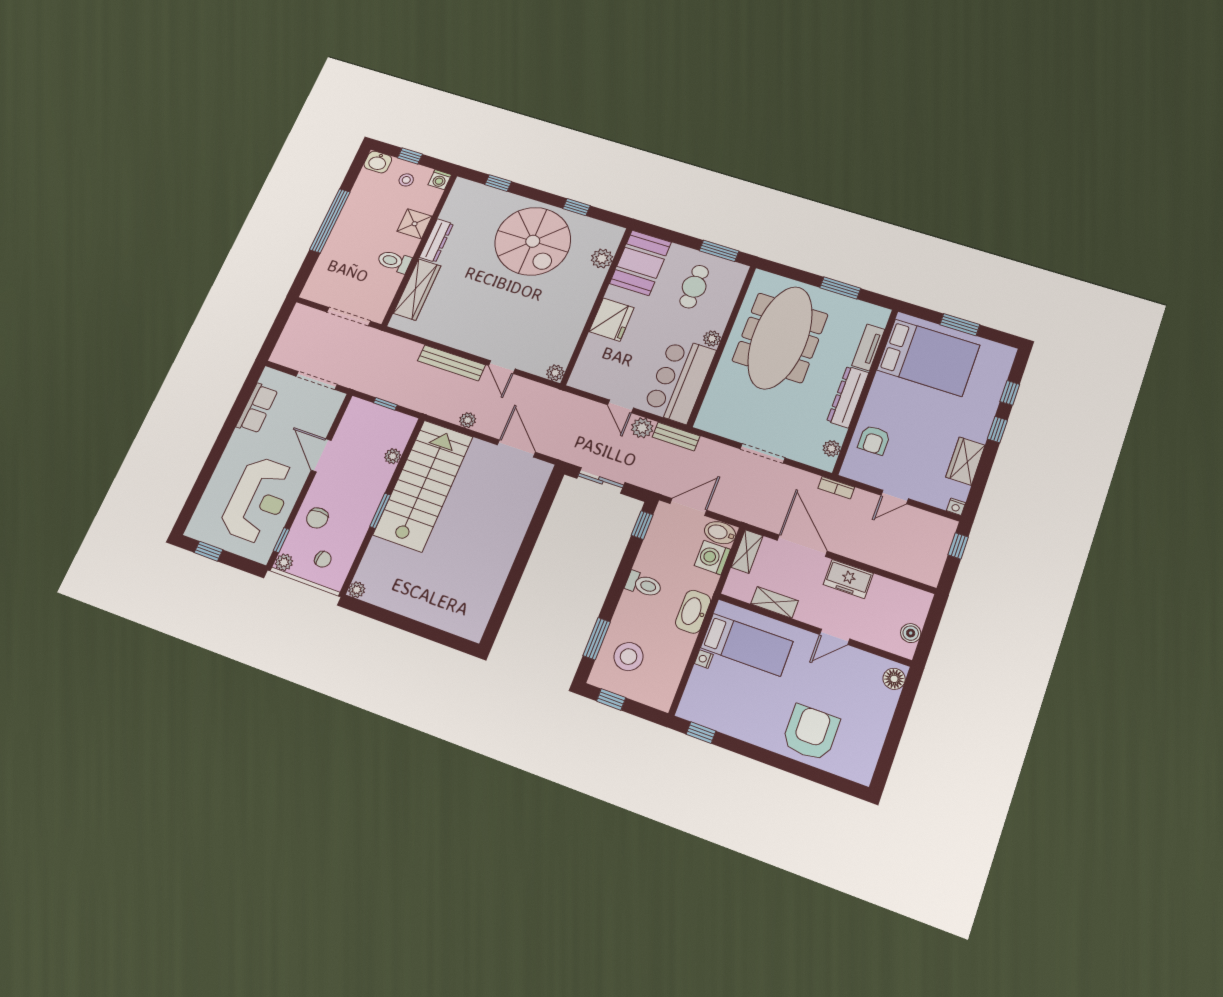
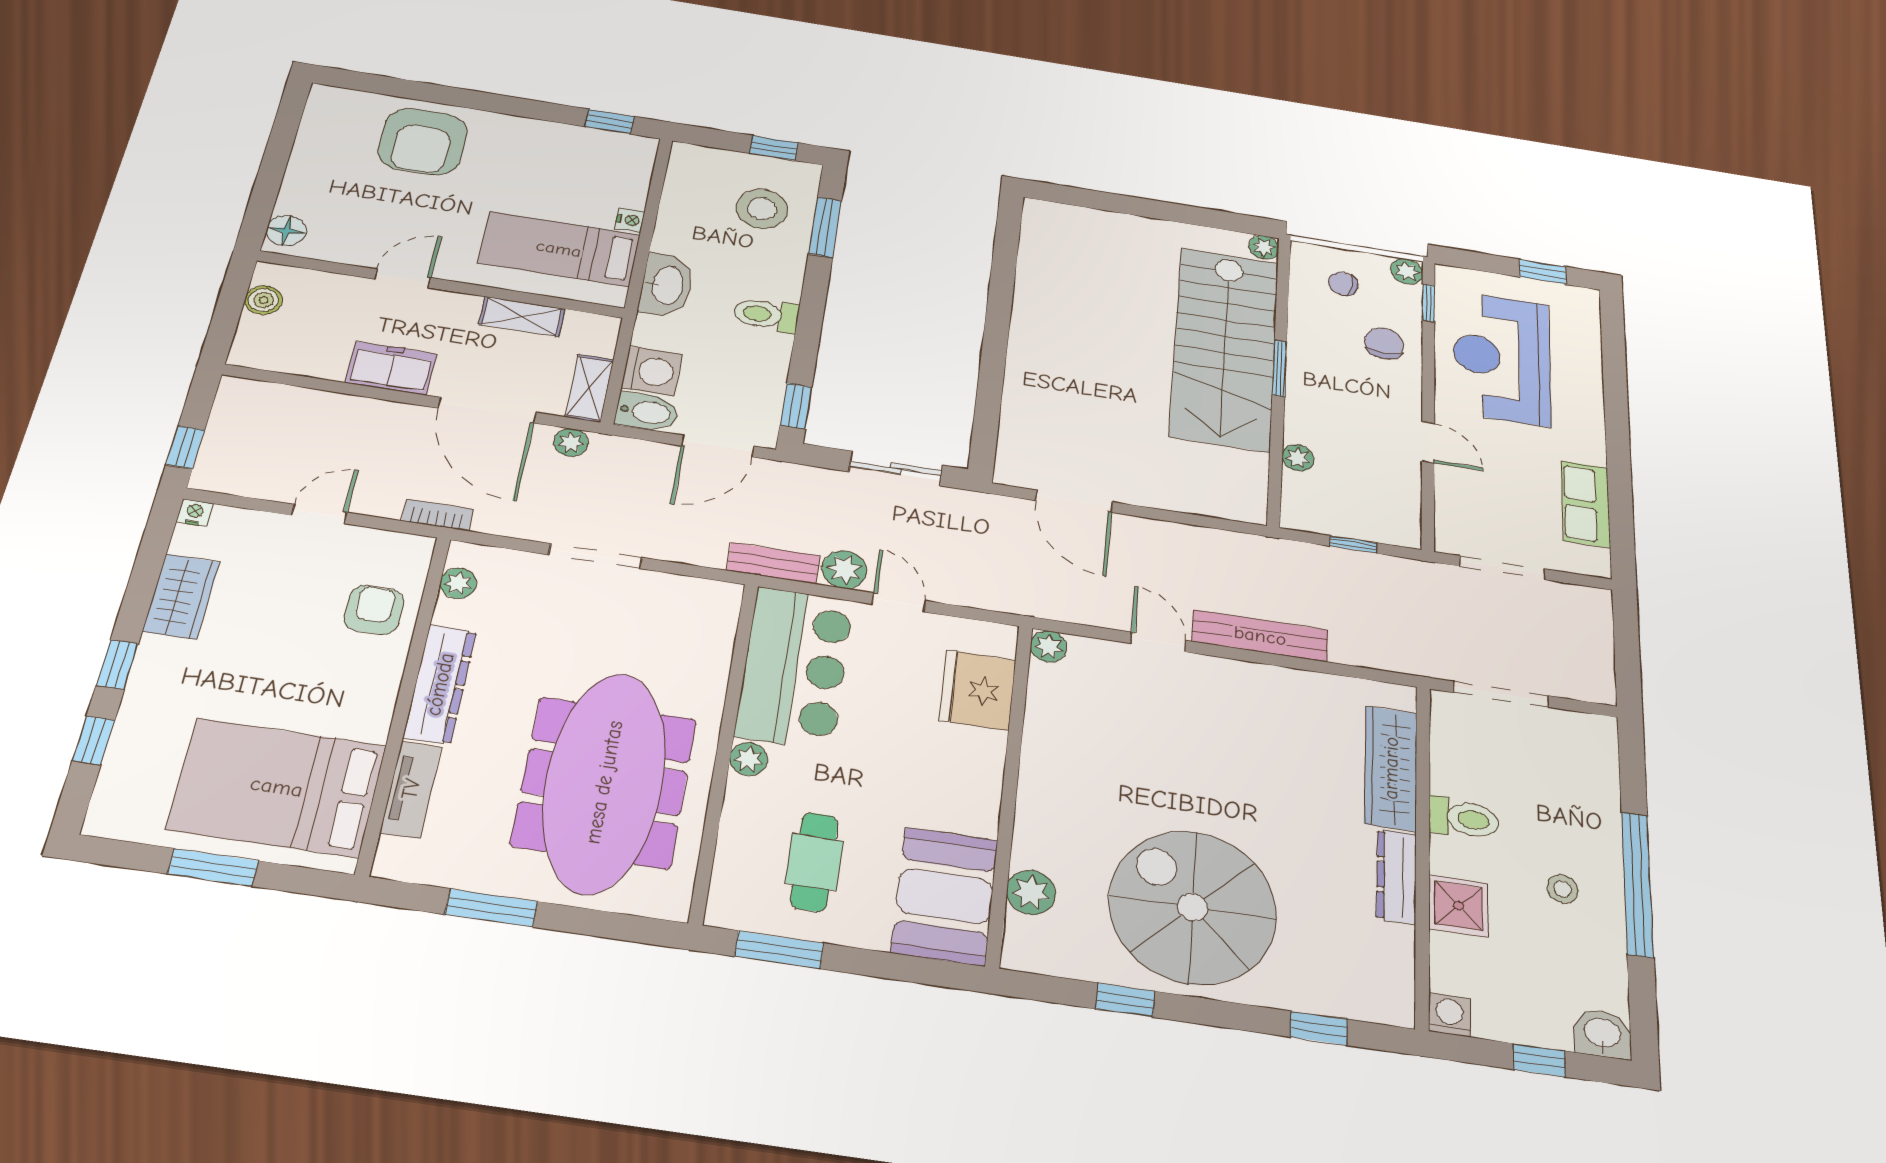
stool: (406, 180) -> (1563, 889), moved
fridge: (612, 320) -> (978, 690), moved
plant: (468, 420) -> (571, 442), moved
door: (321, 455) -> (1428, 442), width x0.73
stairs: (423, 486) -> (1225, 348), moved

